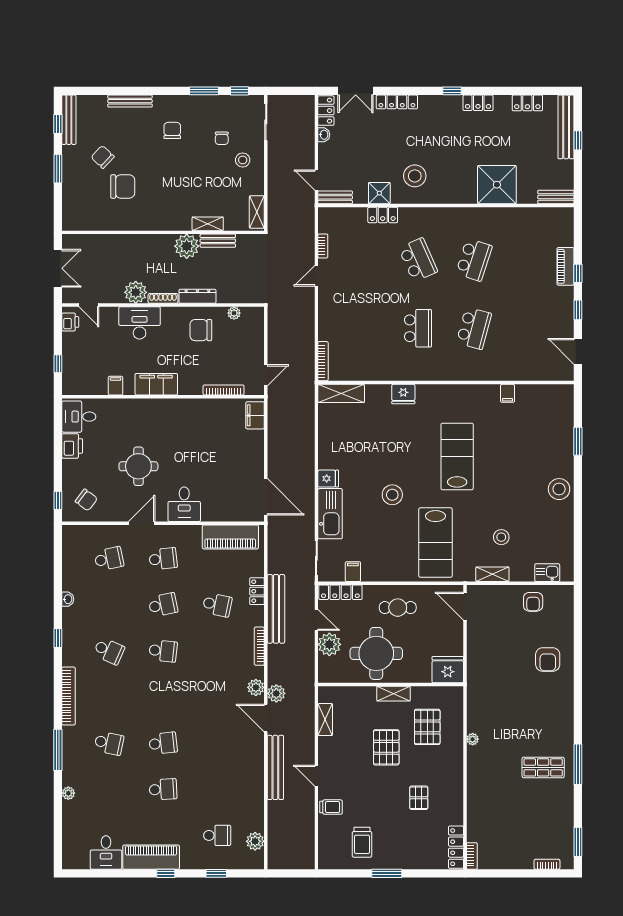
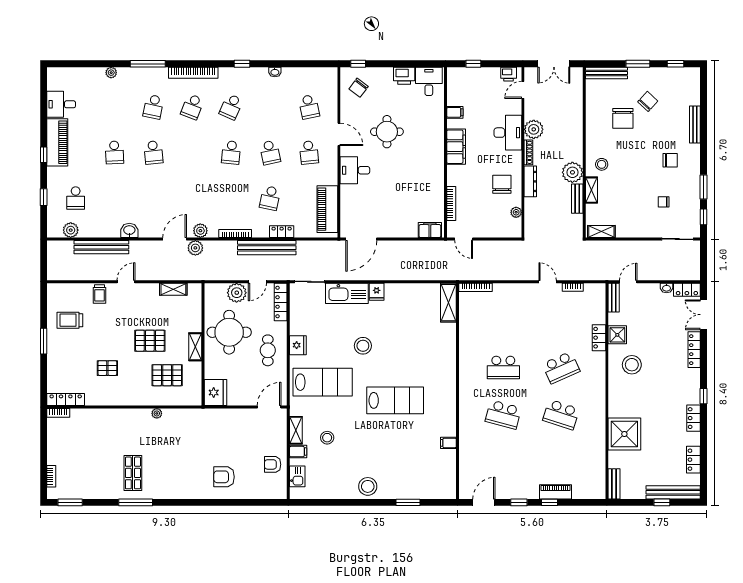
bench: (69, 120) -> (606, 73), moved
stool: (243, 160) -> (602, 164), moved
fridge: (403, 394) -> (298, 345), moved, turned 180
lab bench: (435, 543) -> (323, 382), turned 180
filing cabinet: (353, 572) -> (298, 452), moved
school desk: (109, 697) -> (192, 107), added
bench: (275, 767) -> (101, 247), moved
washbasin: (256, 772) -> (129, 230), added

